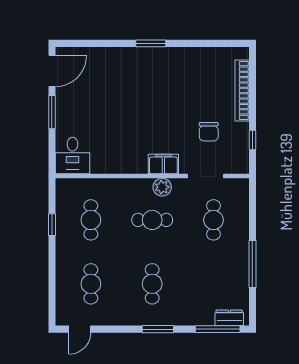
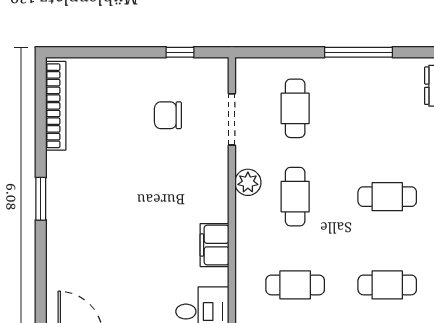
bookcase: (242, 90) -> (56, 106), moved, turned -90
chair: (209, 132) -> (168, 115), turned 180
filing cabinet: (163, 164) -> (215, 245), moved
cafe table: (213, 220) -> (295, 108), turned 90

